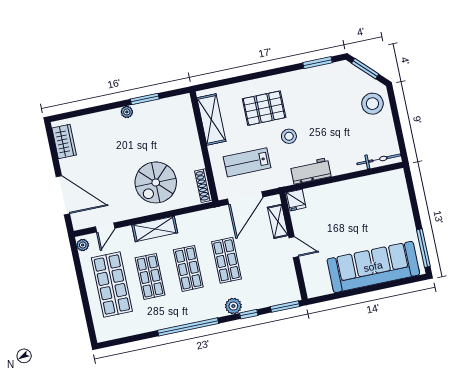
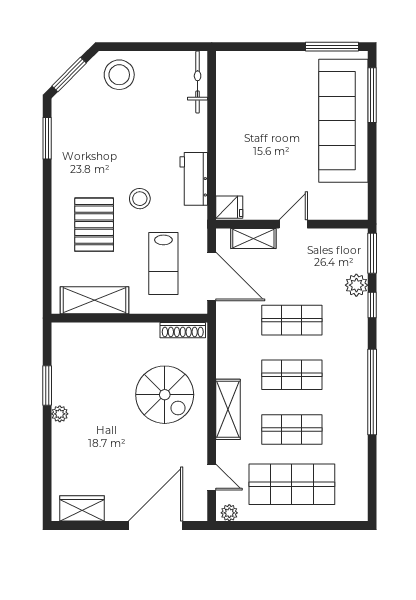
window: (395, 283) -> (372, 95), added
plant: (233, 306) -> (356, 285), moved

